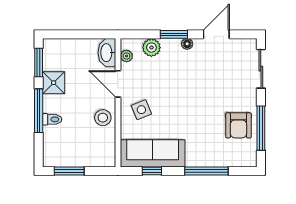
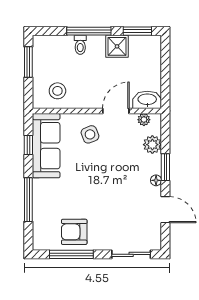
stool: (103, 118) -> (57, 91), moved

